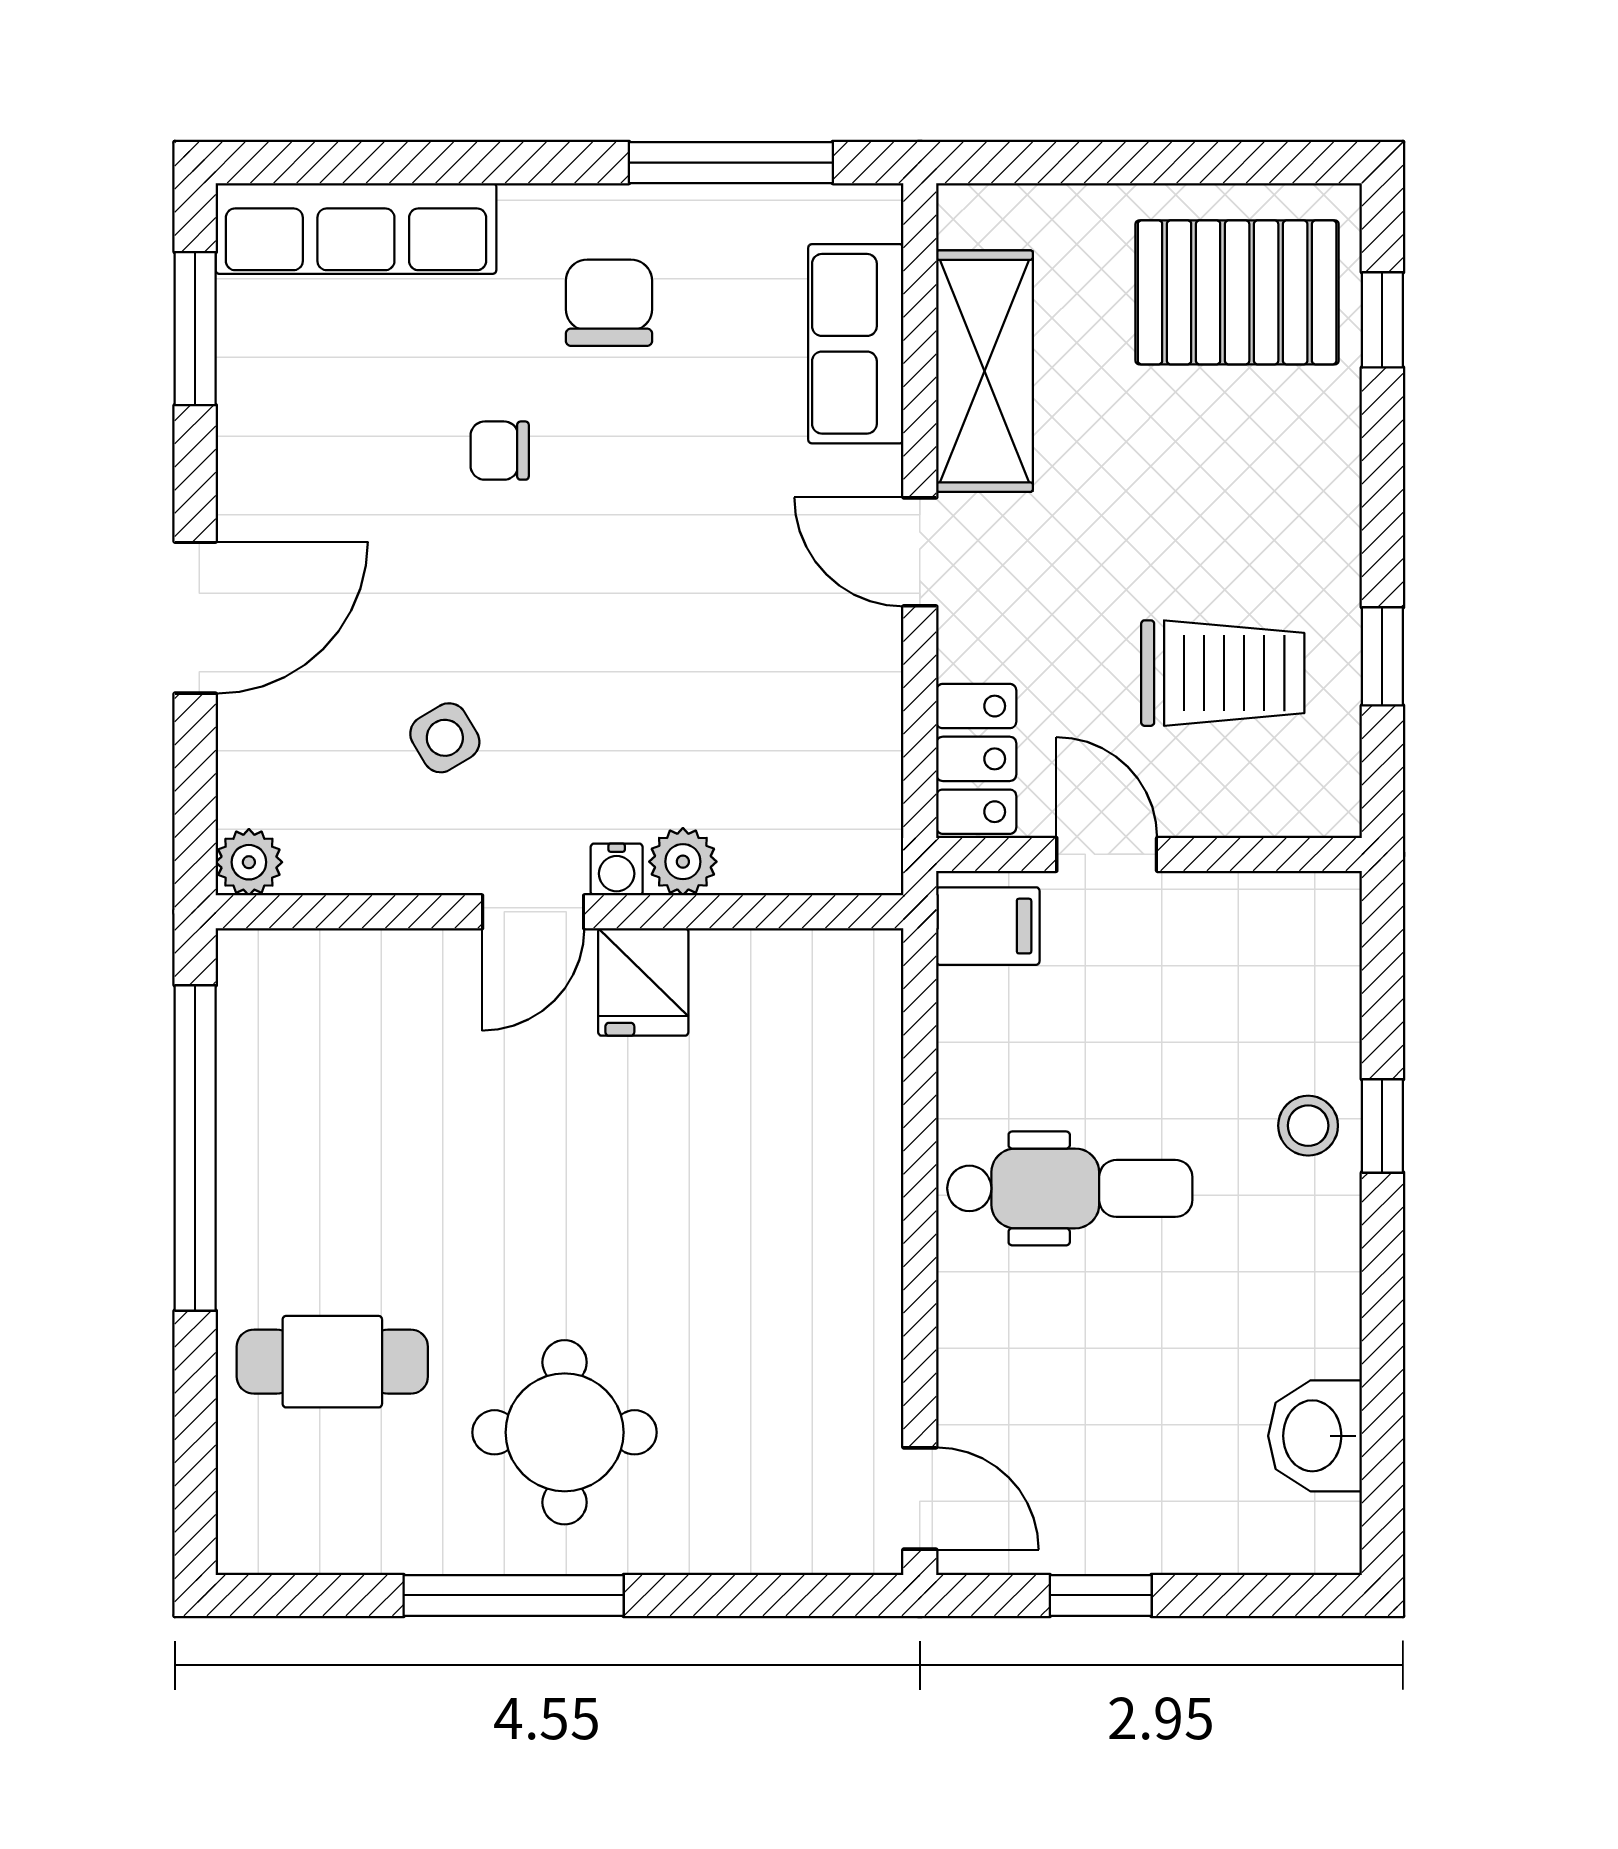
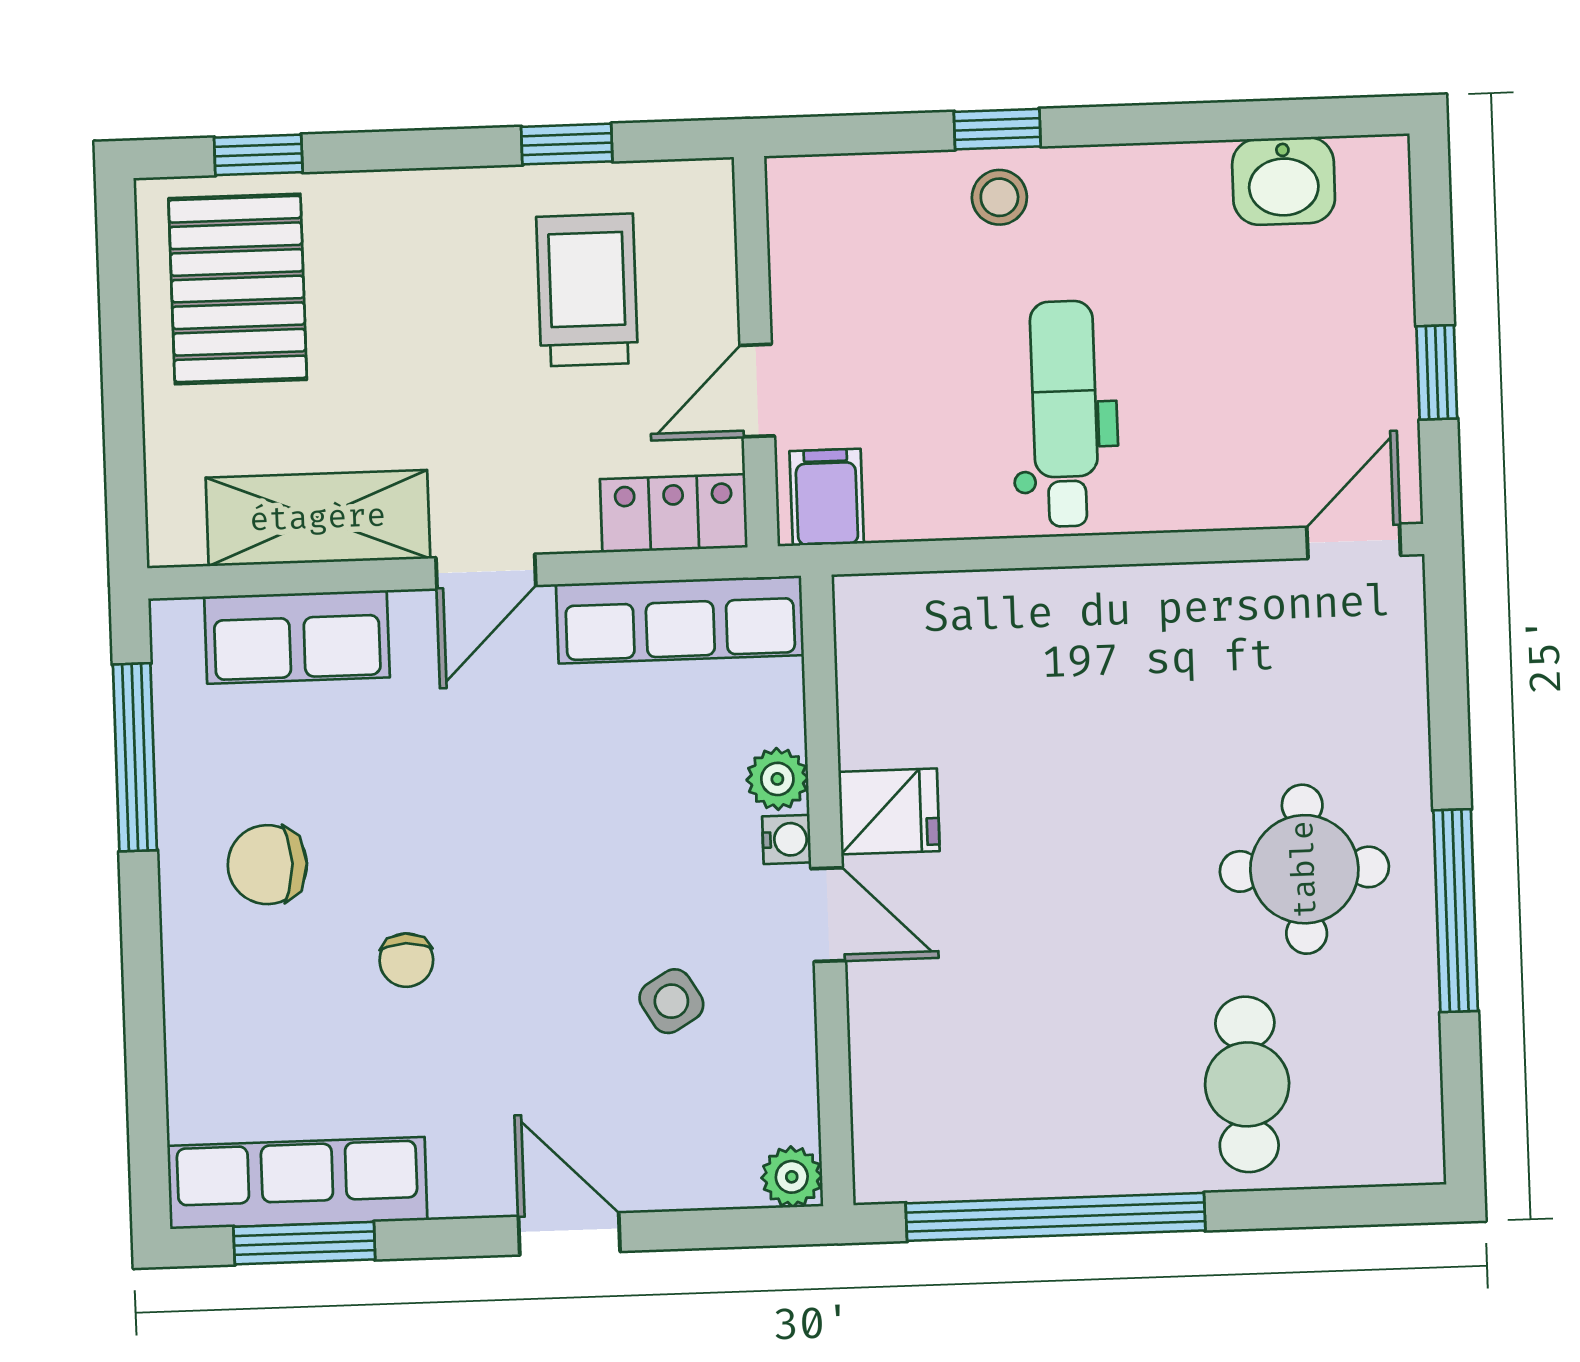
row of seats: (356, 228) -> (297, 1183), moved, turned -90
door: (195, 618) -> (569, 1234), width x0.73
row of seats: (860, 762) -> (680, 620), added

